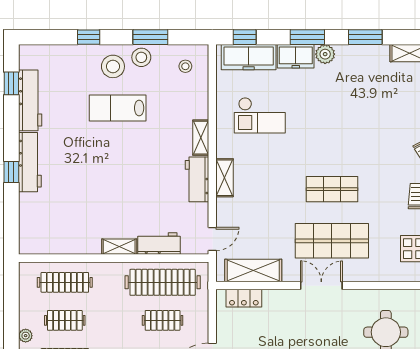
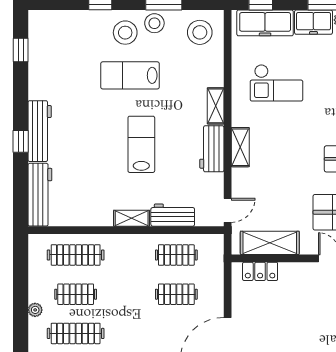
stool: (185, 66) -> (200, 32), width x1.89, depth x1.89
workbench: (30, 100) -> (40, 195), moved
lab bench: (129, 175) -> (141, 144), added
clothes rail: (163, 282) -> (176, 255), width x0.54, depth x0.76

